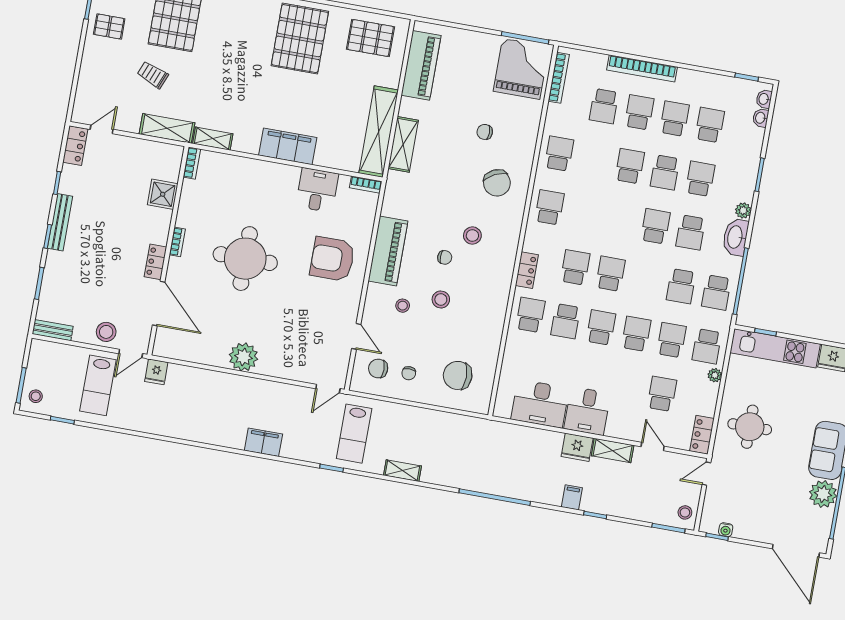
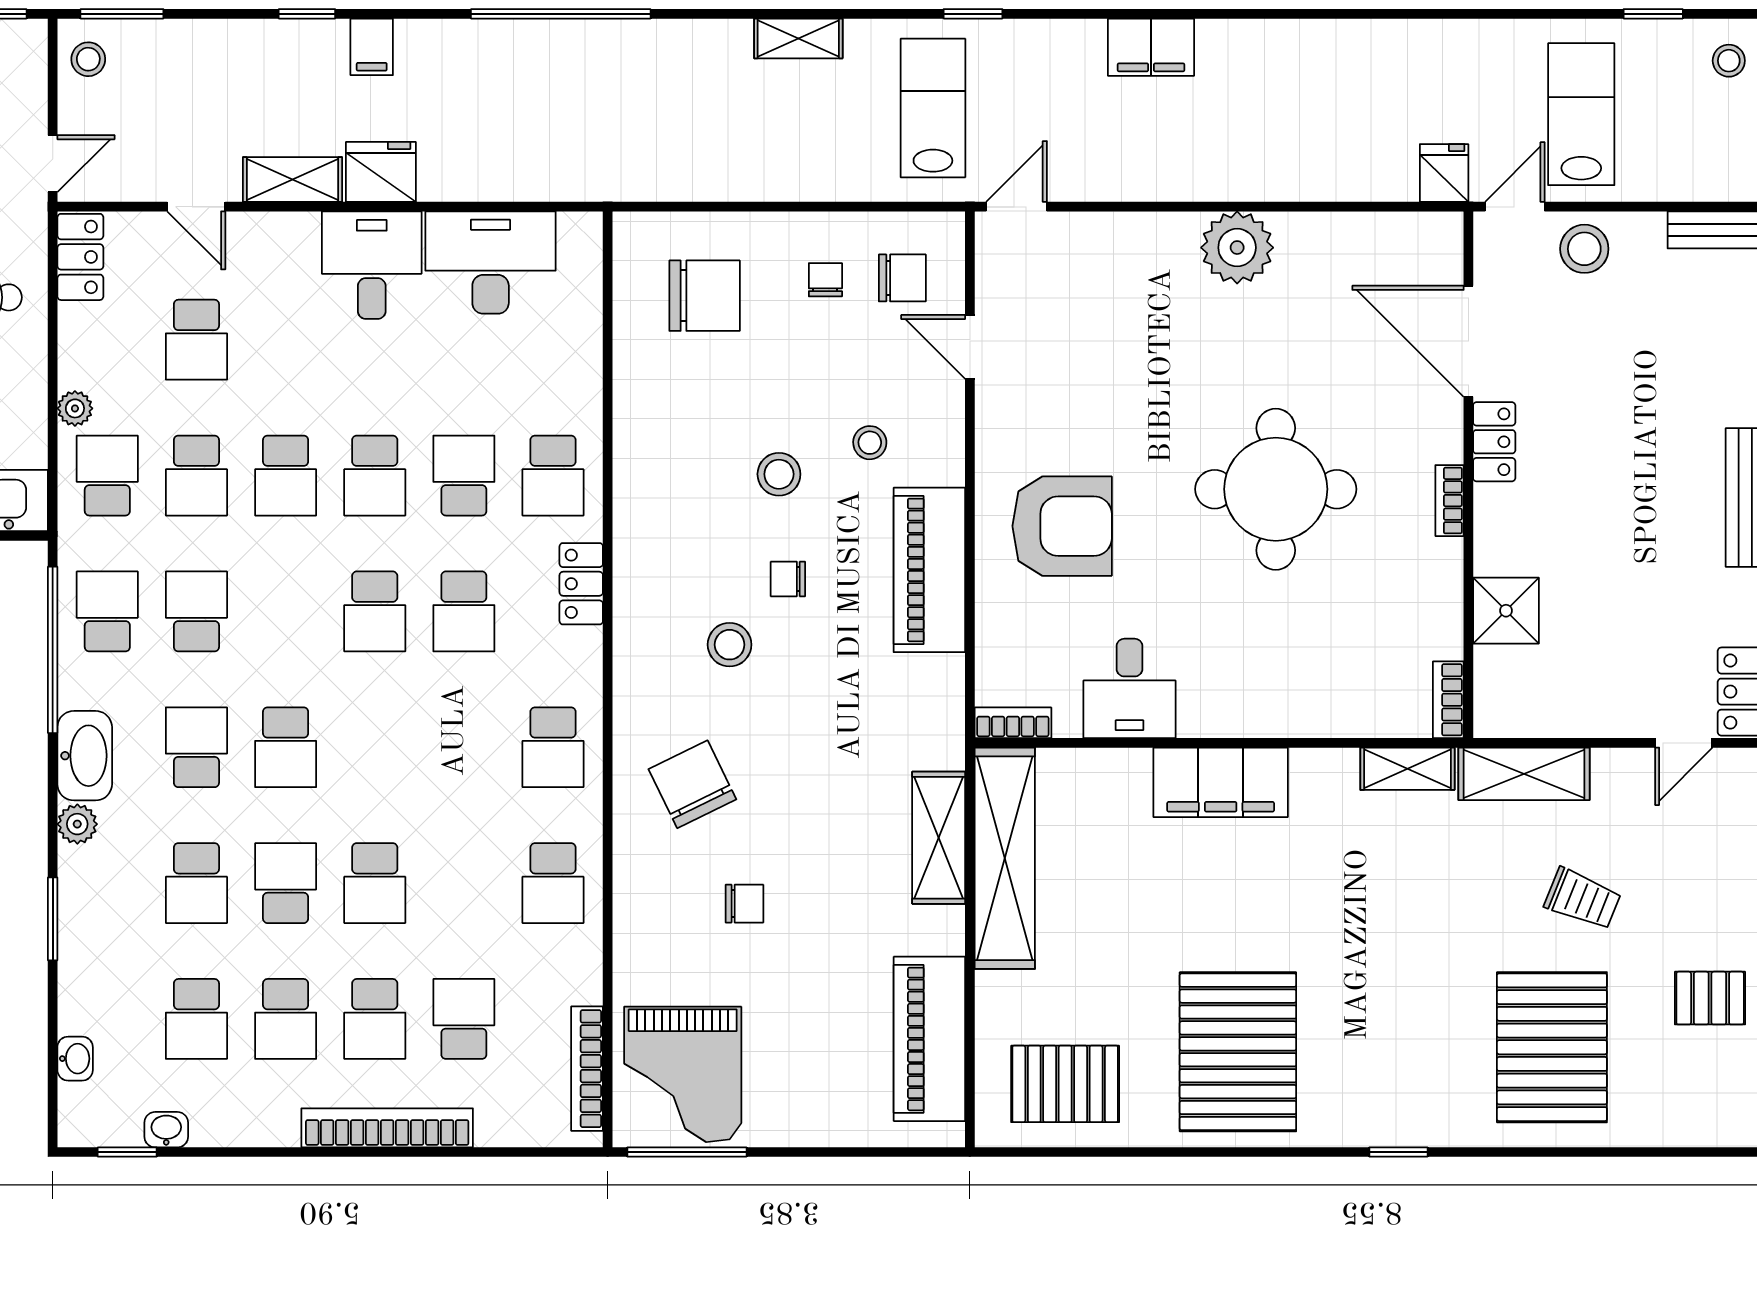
washbasin: (764, 99) -> (166, 1130), moved, turned -90

